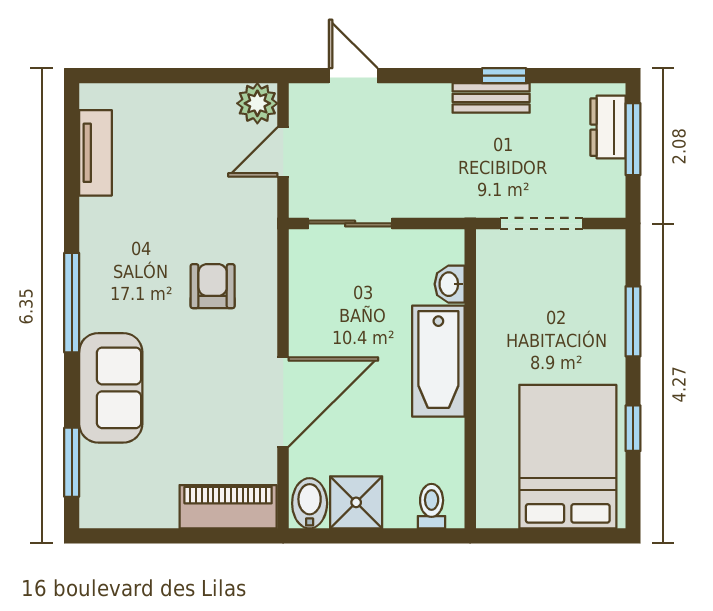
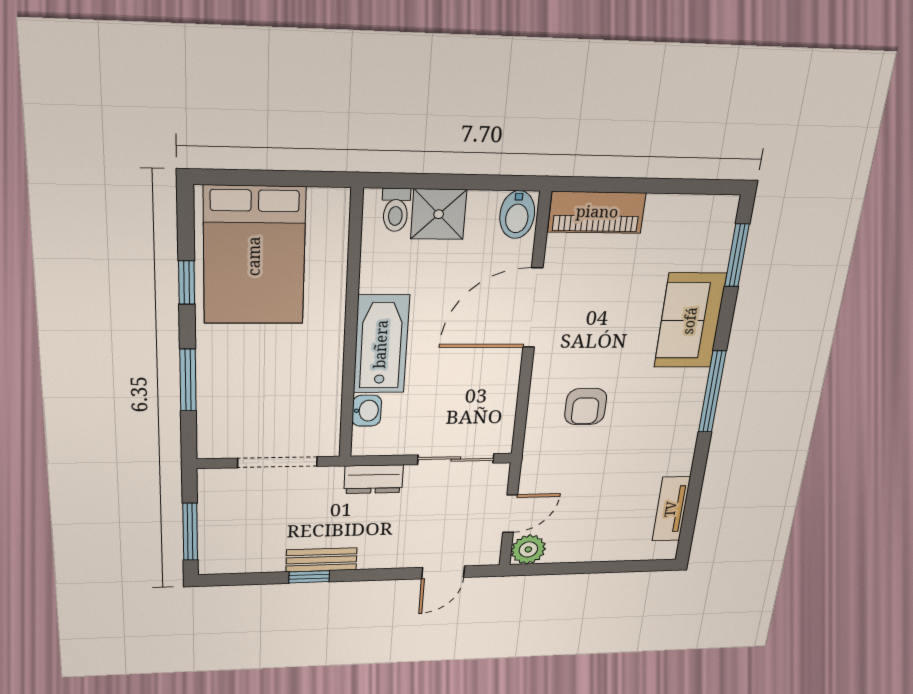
door: (353, 76) -> (443, 572), hinge flipped
dresser: (608, 127) -> (374, 479), moved, turned 90
shower: (356, 502) -> (439, 214), moved

